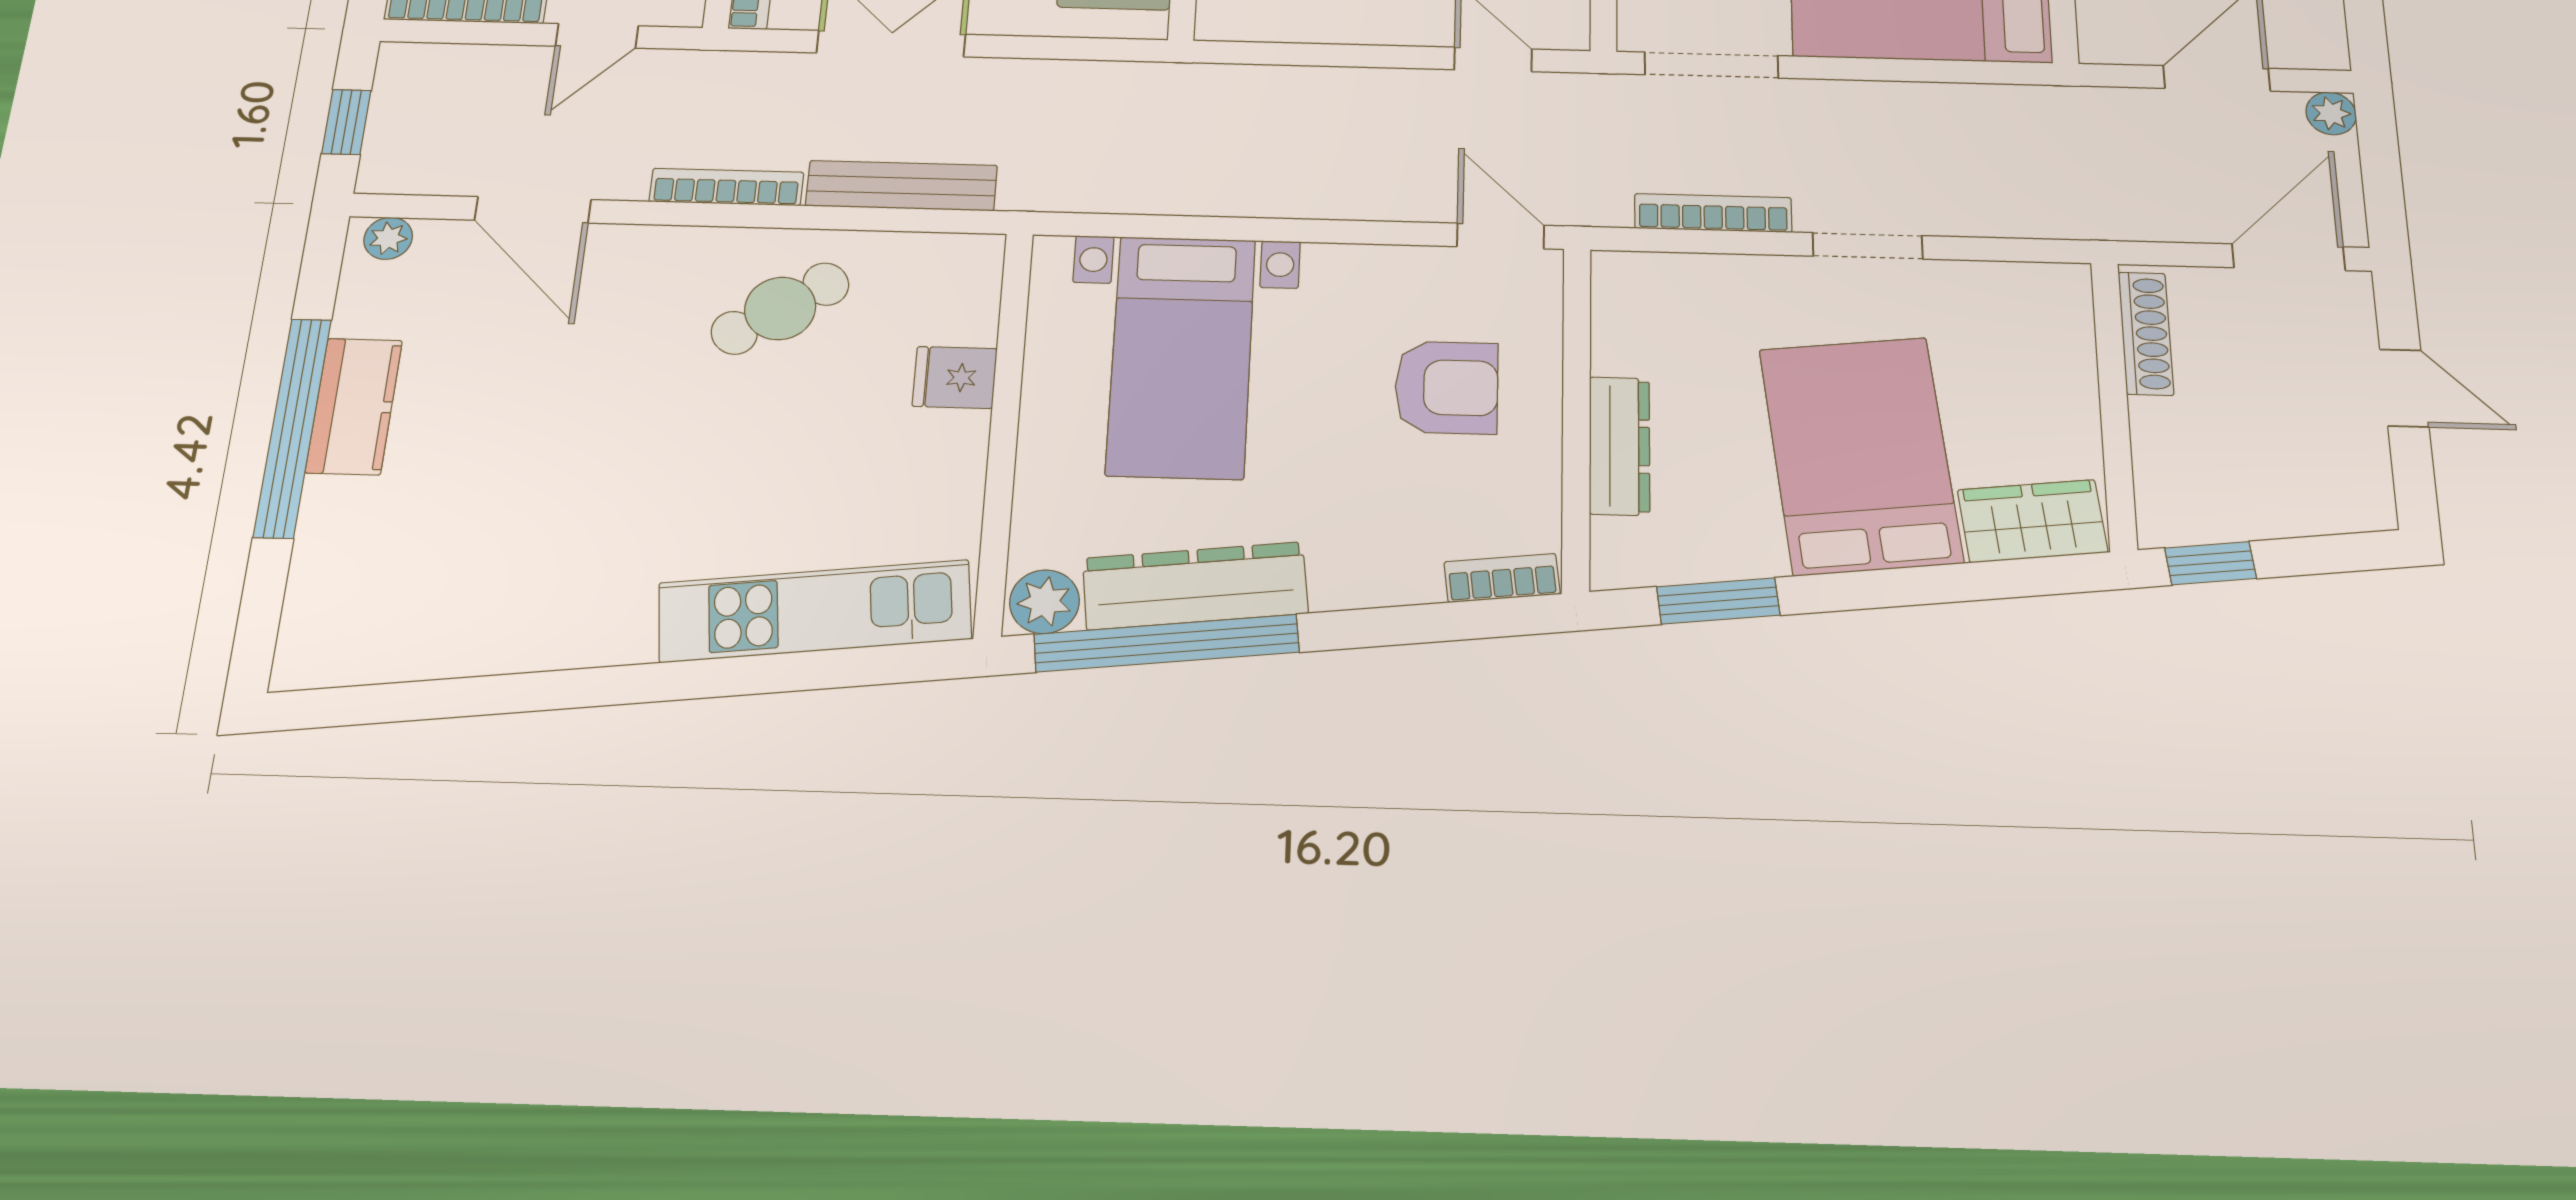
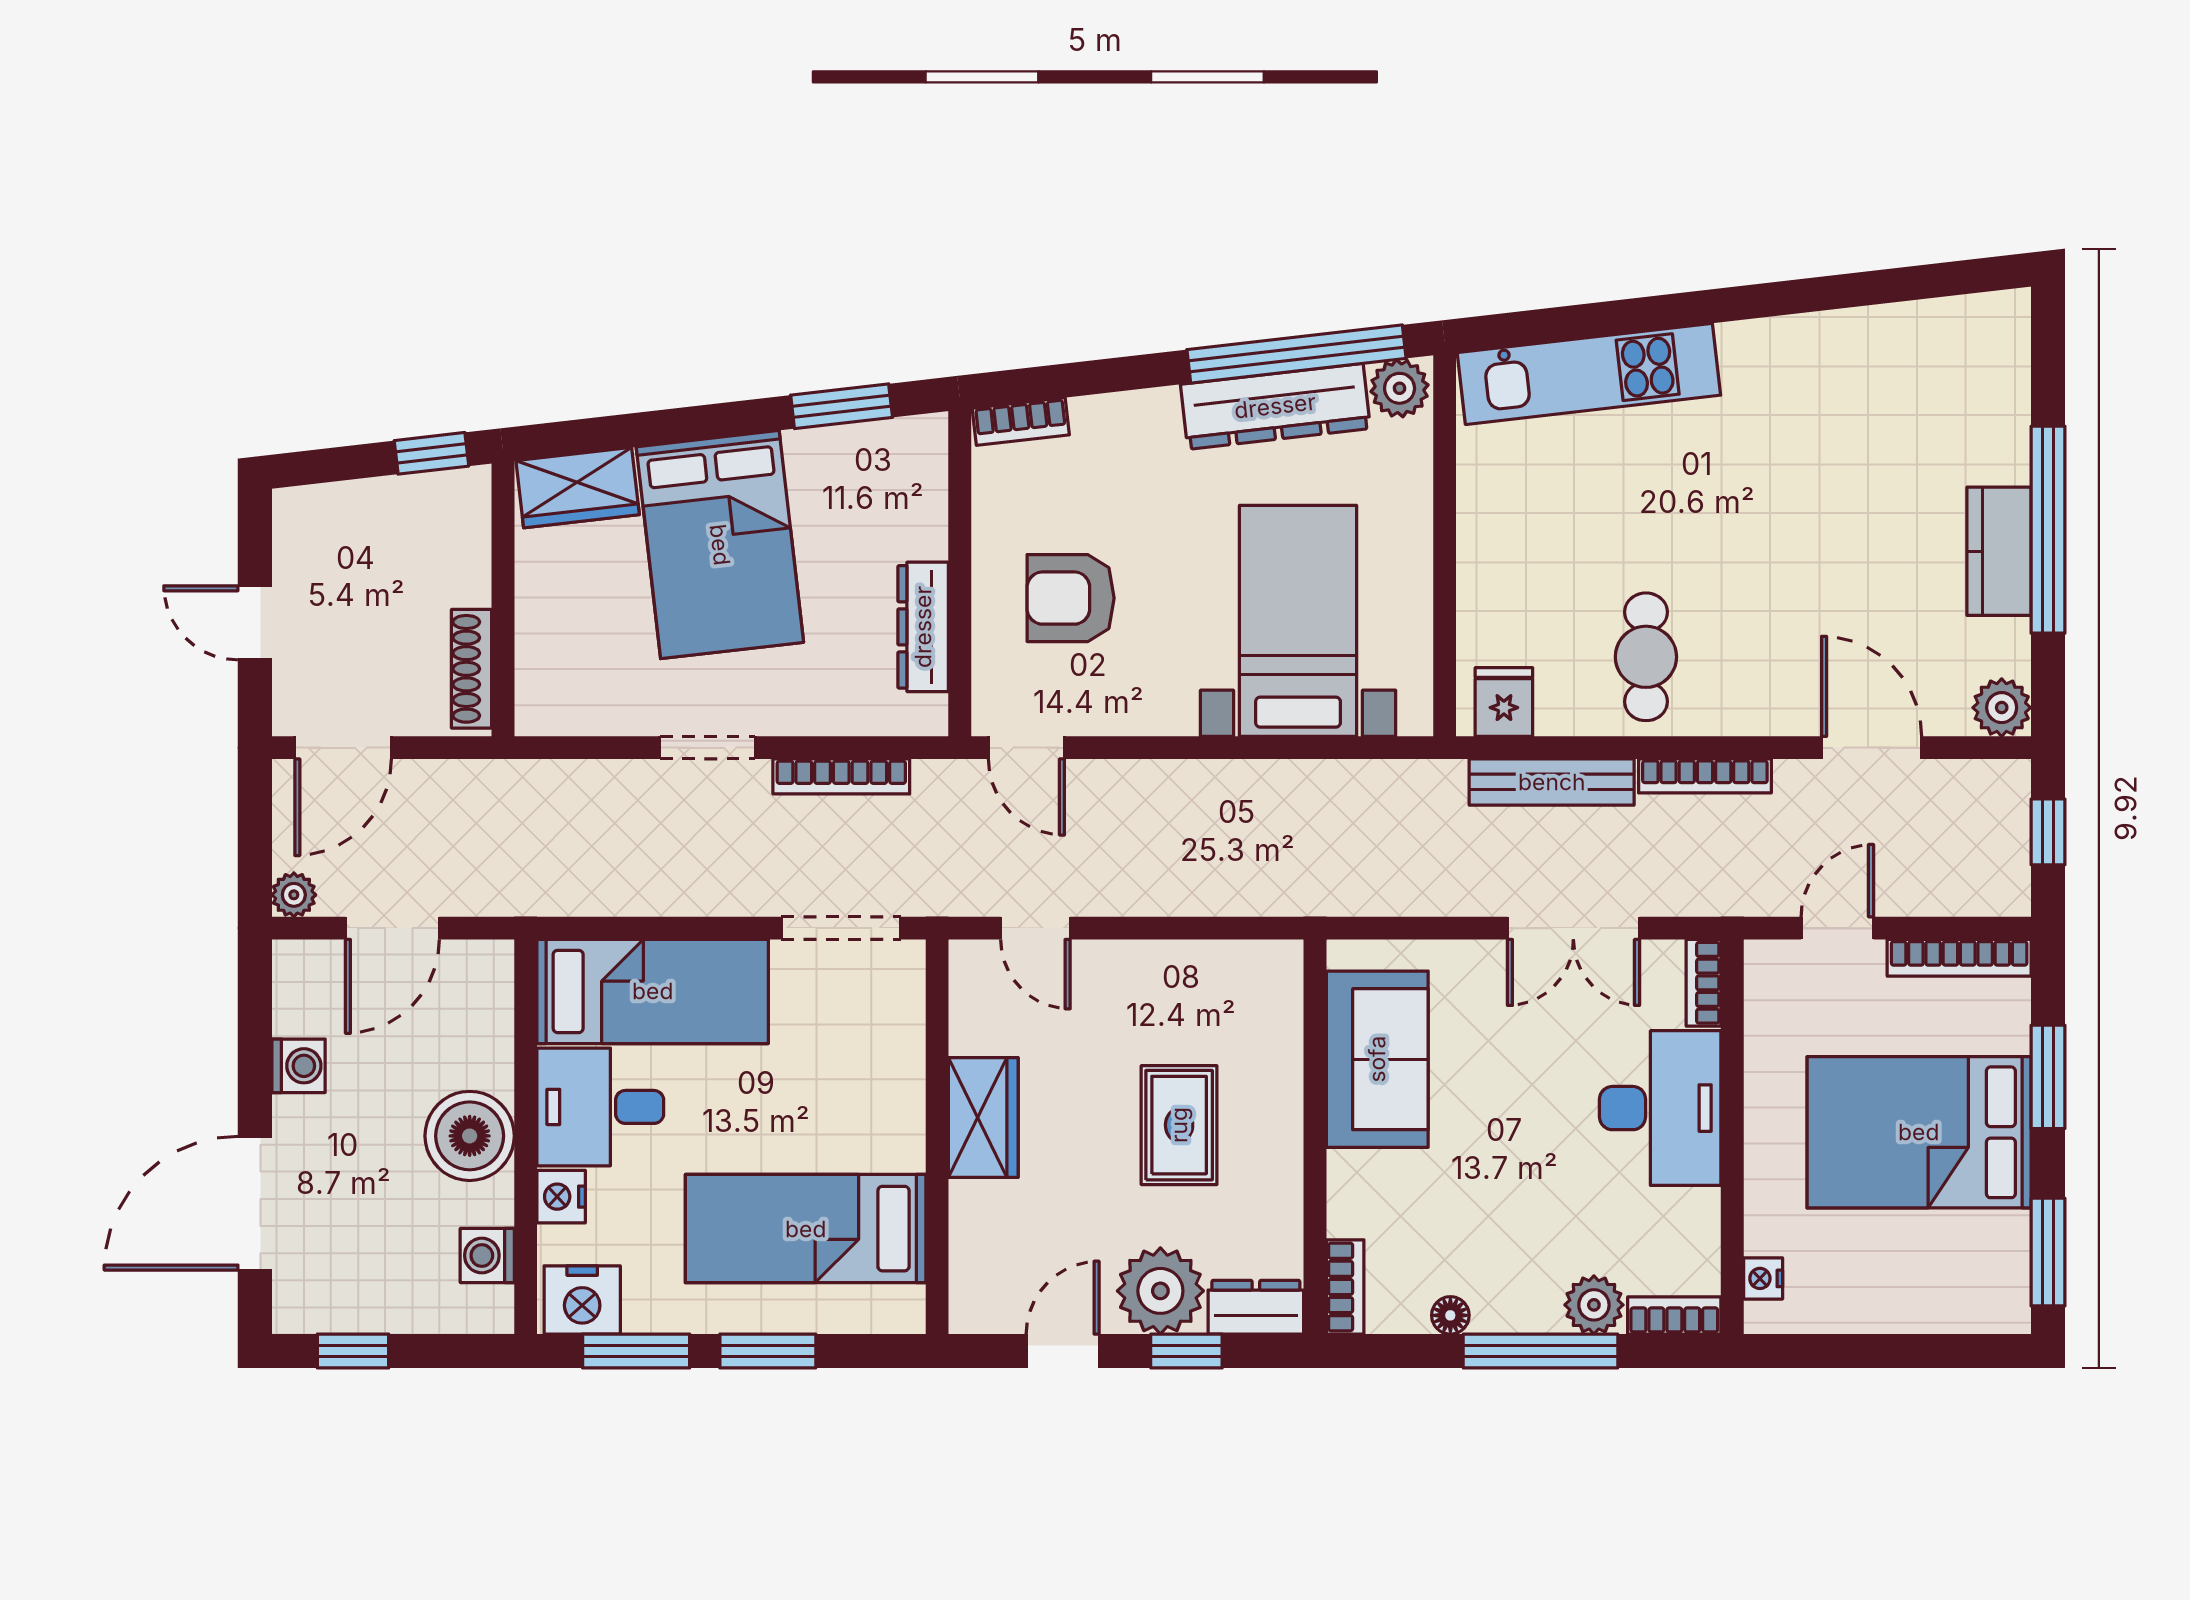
plant: (388, 238) -> (2002, 708), width x1.38, depth x1.38
cafe table: (780, 308) -> (1646, 657), turned -56
fridge: (955, 377) -> (1504, 702), moved, turned -90
dresser: (1620, 446) -> (923, 627), moved

